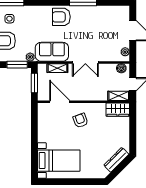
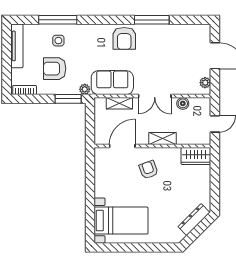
armchair: (61, 17) -> (124, 38), turned -90
boiler: (121, 68) -> (183, 103), moved
window: (34, 83) -> (90, 122), removed
shelving: (119, 96) -> (163, 139), moved
door: (60, 102) -> (122, 146), hinge flipped

